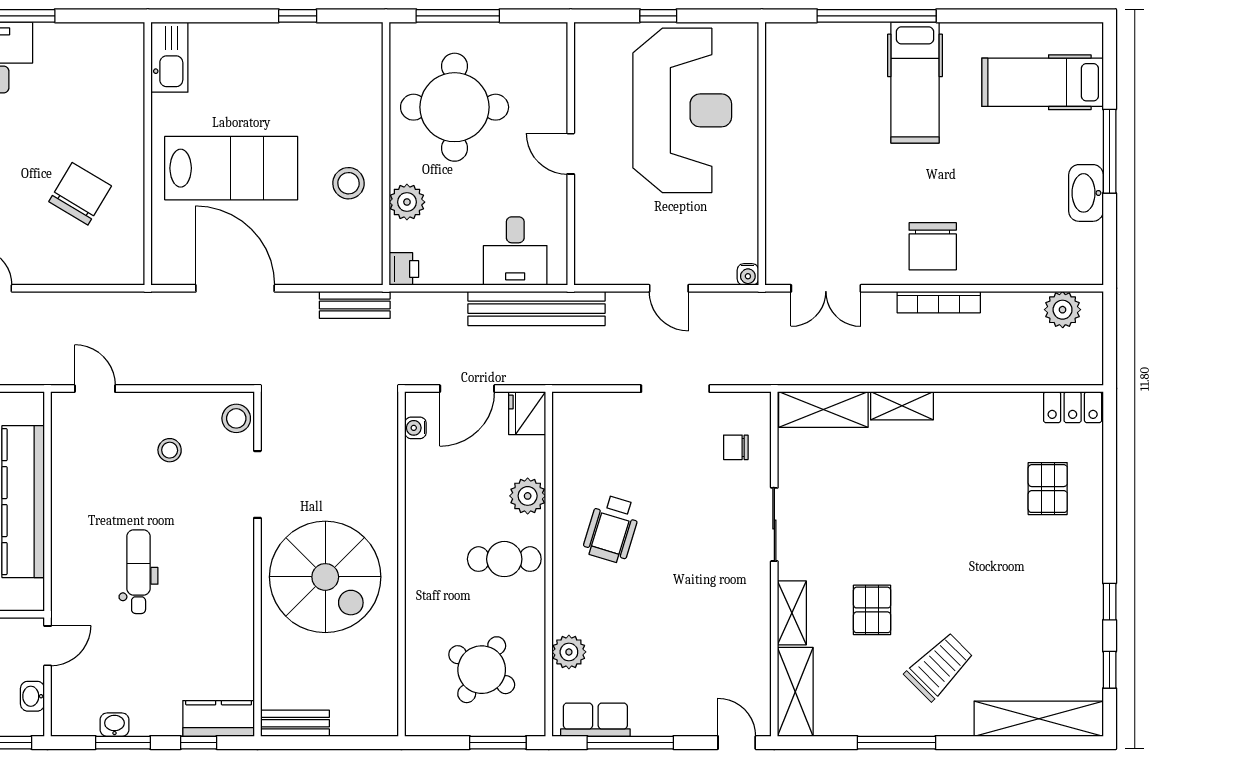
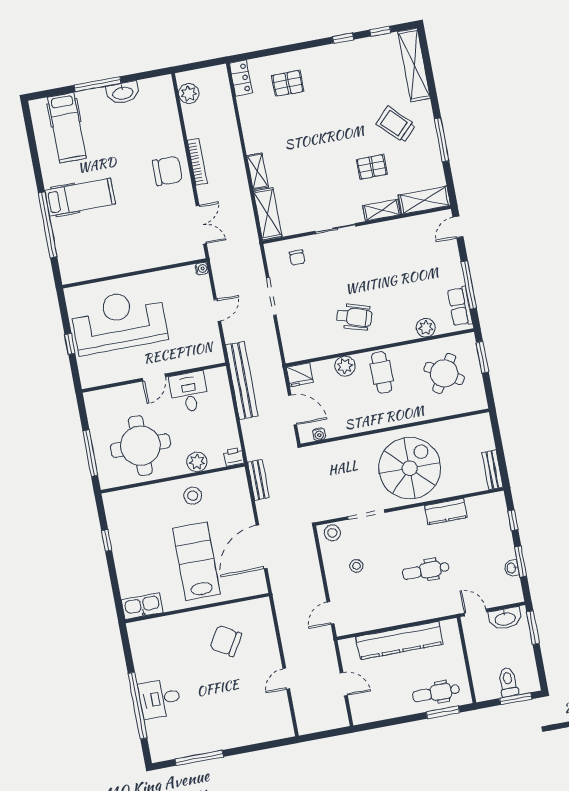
desk: (515, 251) -> (189, 392), moved, turned -90
washbasin: (32, 696) -> (505, 619), width x1.91, depth x1.45
kitchen counter: (219, 718) -> (446, 511), moved, turned -90

